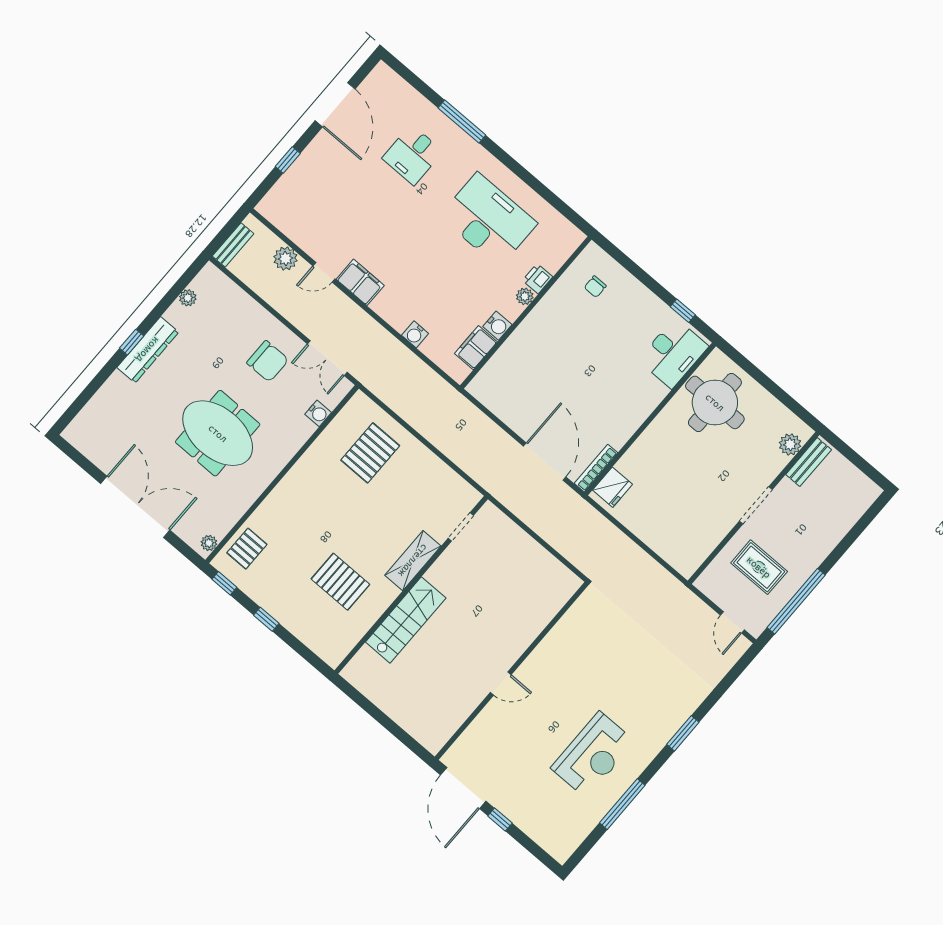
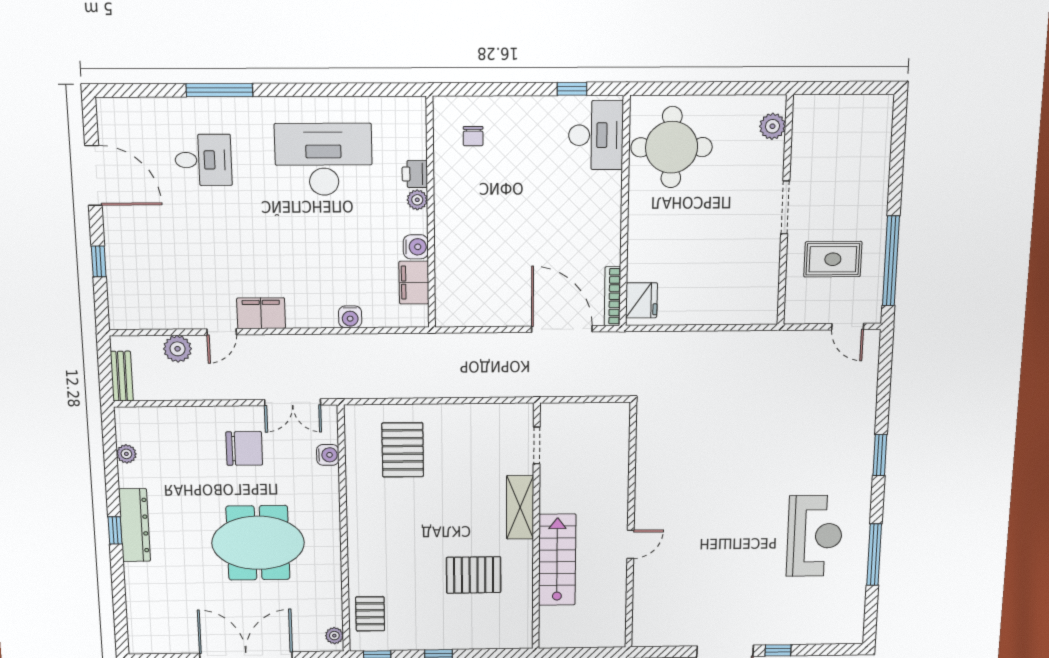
desk: (413, 155) -> (203, 160), turned -90
bench: (809, 462) -> (803, 128), removed
wall: (512, 671) -> (631, 527), moved
door: (501, 683) -> (631, 544), moved

